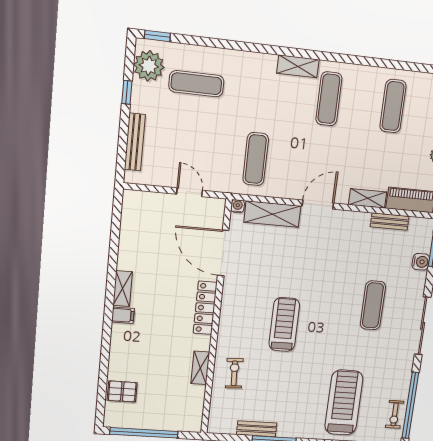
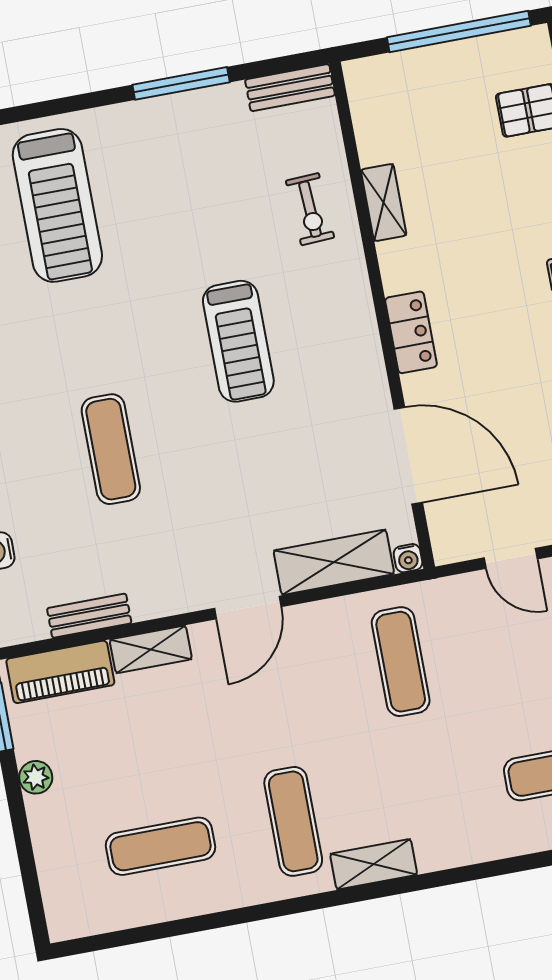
exercise mat: (393, 106) -> (160, 846), turned 90
exercise mat: (373, 305) -> (111, 449), moved
locker: (205, 308) -> (411, 332), width x0.66
bench: (257, 429) -> (290, 88), moved

